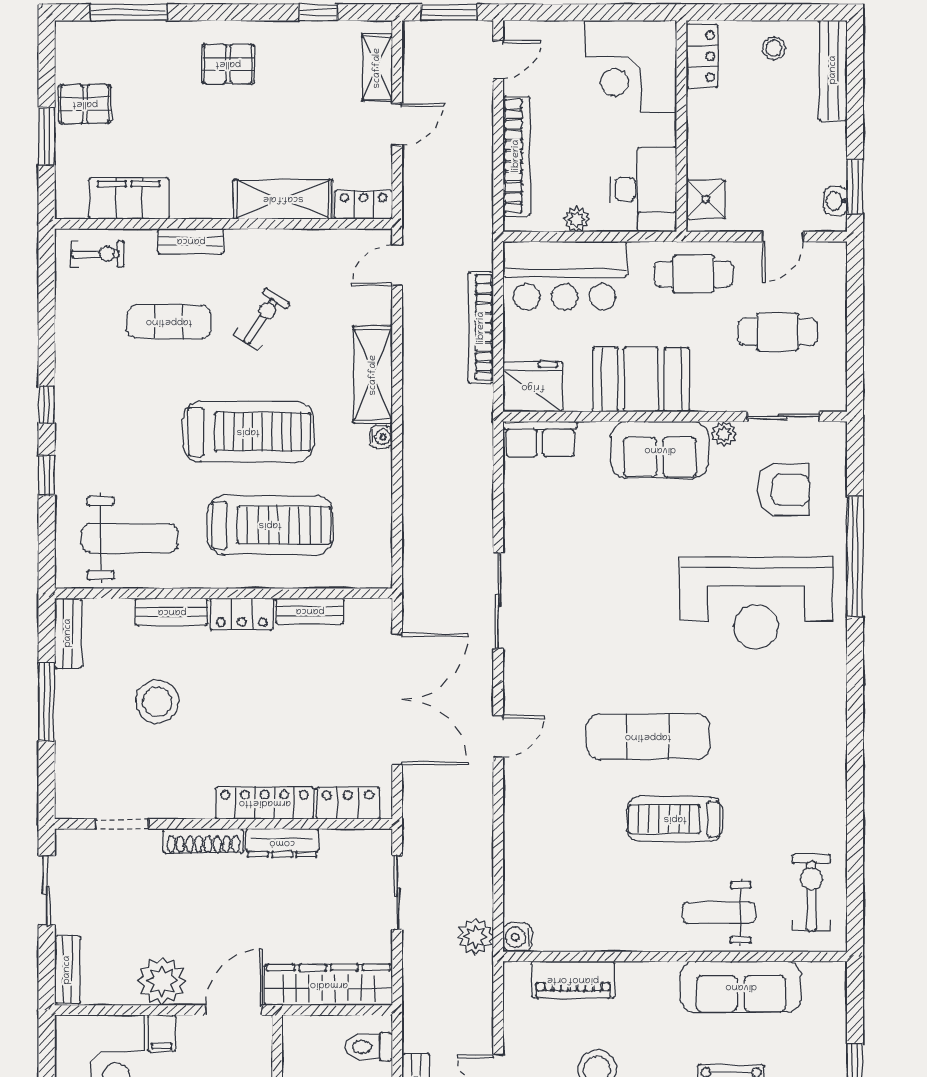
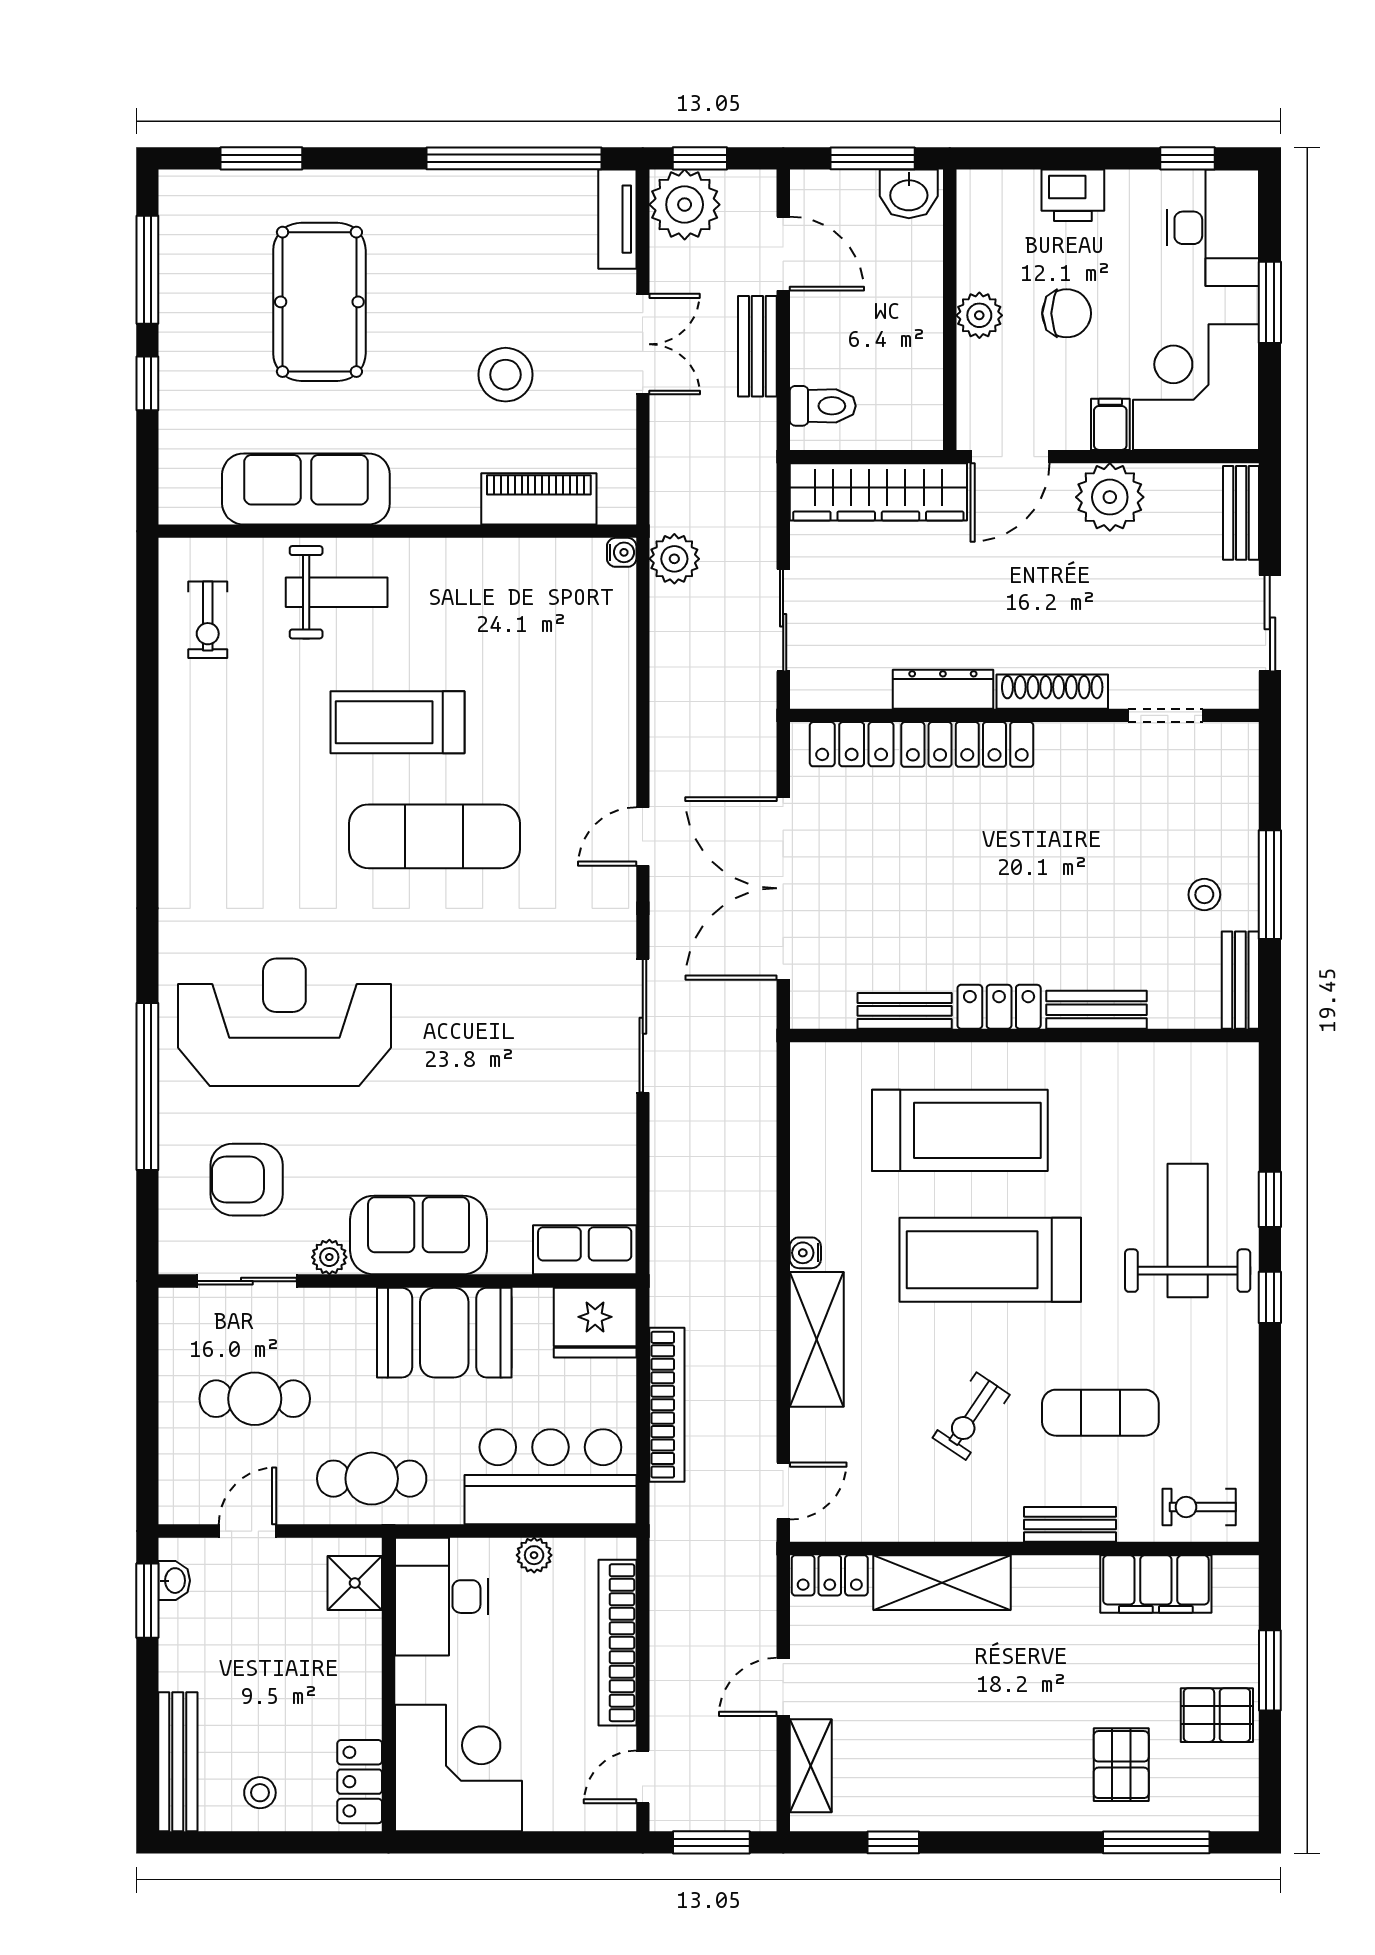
pallet: (228, 64) -> (1121, 1765), moved, turned 90
treadmill: (270, 525) -> (960, 1130), turned 180
weight bench: (130, 538) -> (1188, 1231), moved, turned 90
stool: (157, 701) -> (1204, 895), moved, width x0.53, depth x0.53
treadmill: (675, 819) -> (398, 722), turned 180
exercise bike: (811, 893) -> (208, 620), width x0.73, depth x0.72
water cooler: (517, 937) -> (622, 552), width x0.72, depth x0.72

